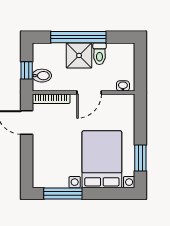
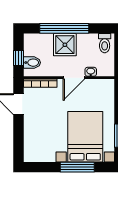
toilet: (99, 54) -> (105, 43), moved
washbasin: (123, 86) -> (91, 72), moved
window: (63, 193) -> (77, 167), moved

